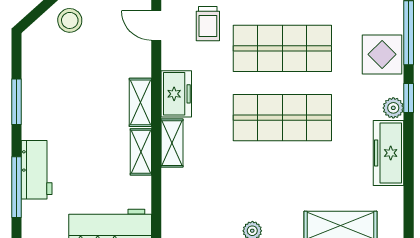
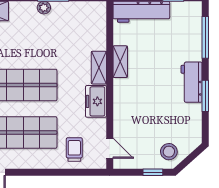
shelving: (140, 102) -> (120, 96), removed
workbench: (37, 170) -> (192, 82), moved

